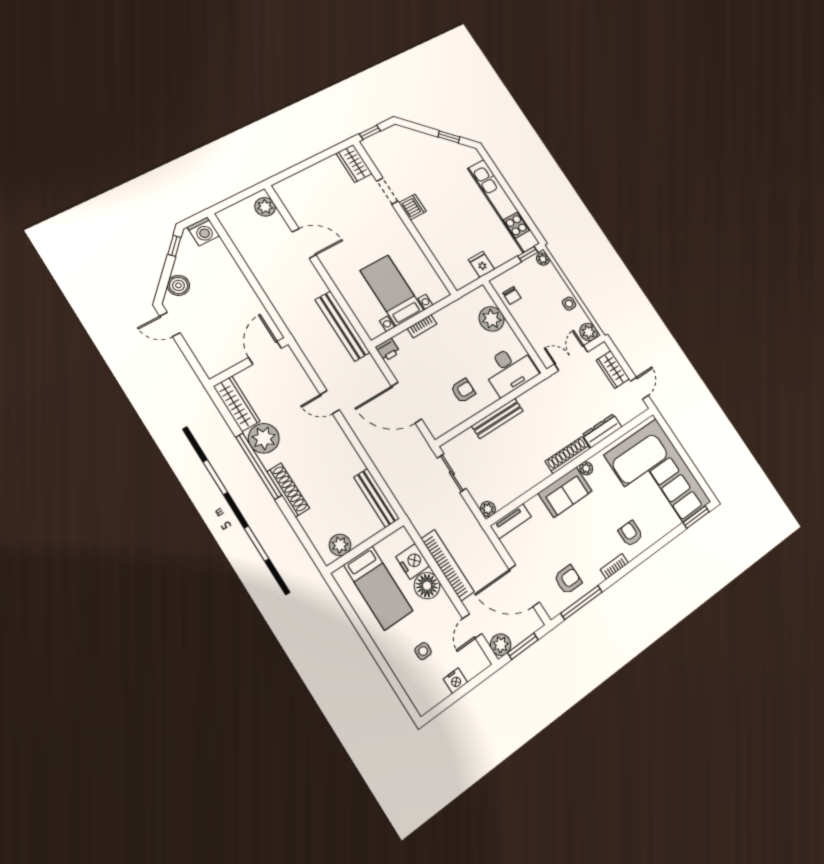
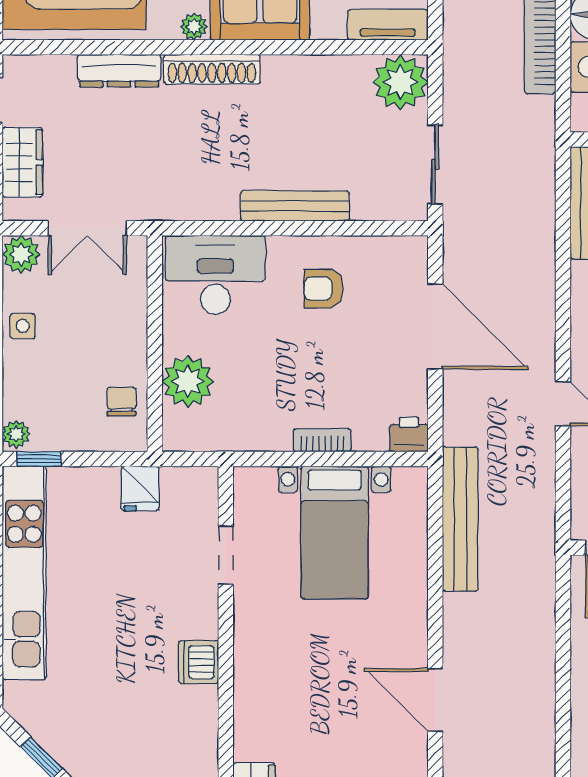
doorway: (387, 191) -> (226, 555), moved
plant: (488, 509) -> (400, 82), width x1.88, depth x1.88

